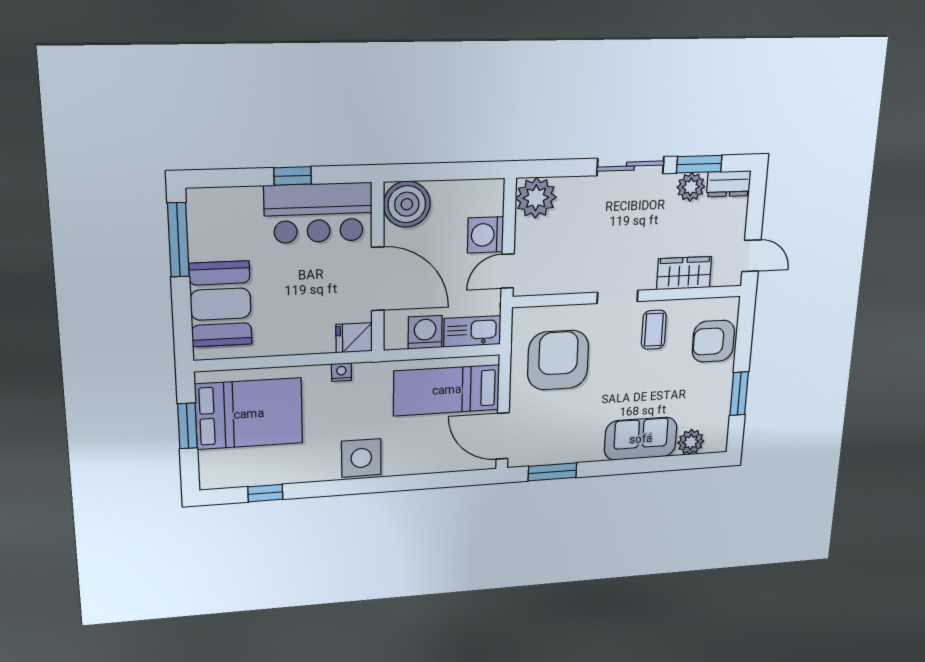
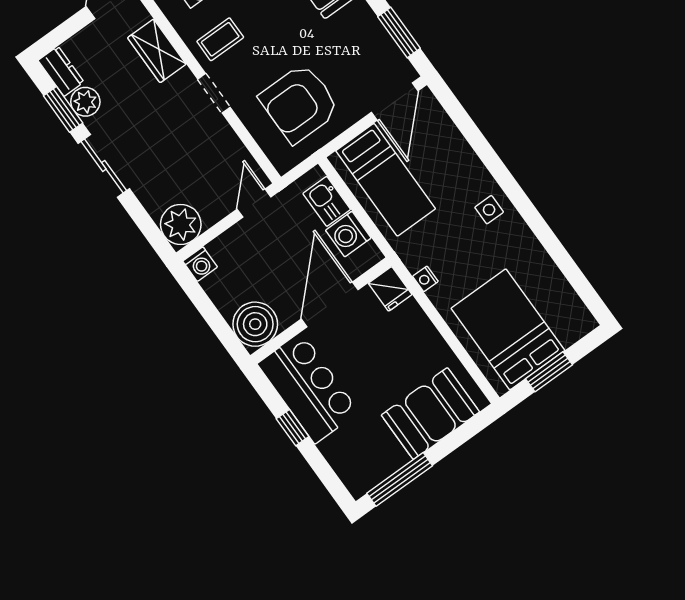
washing machine: (486, 235) -> (200, 264), moved, width x0.73, depth x0.73
door: (508, 271) -> (254, 203), swing flipped
kitchen sink: (472, 331) -> (327, 201), width x0.73
side table: (361, 458) -> (489, 210), width x0.54, depth x0.54
window: (265, 493) -> (569, 269), removed

